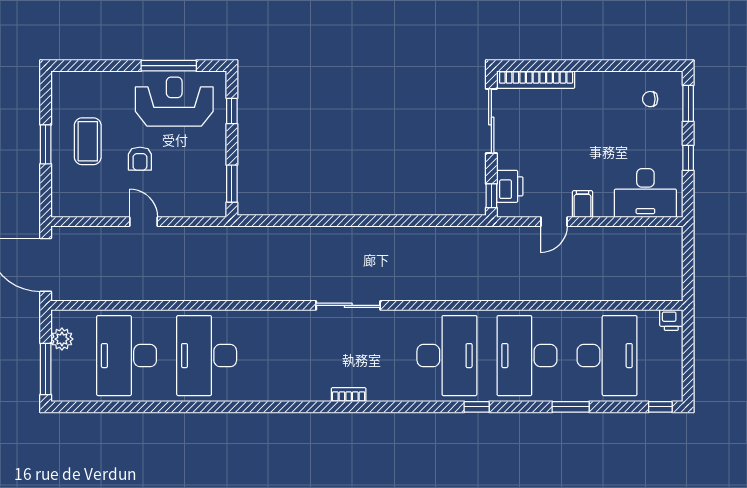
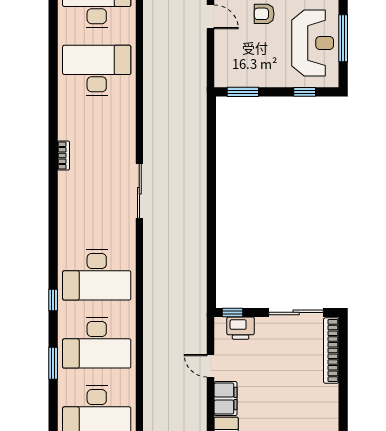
filing cabinet: (582, 204) -> (225, 399), width x2.00
door: (144, 222) -> (211, 17), hinge flipped
desk: (527, 356) -> (97, 343), turned 180
bookcase: (349, 395) -> (63, 156), moved
window: (571, 407) -> (53, 363), moved

